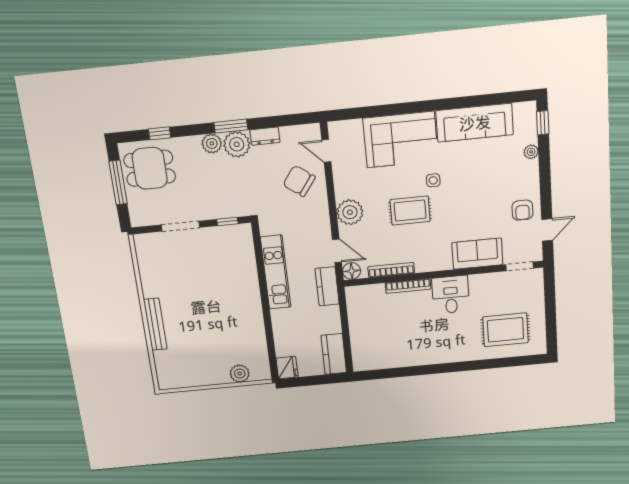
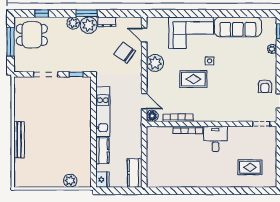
plant: (350, 212) -> (155, 63), moved
sofa: (477, 254) -> (234, 112), removed
kitchen counter: (327, 286) -> (102, 151), moved, turned 180
rug: (505, 330) -> (250, 167), width x0.73, depth x0.70

